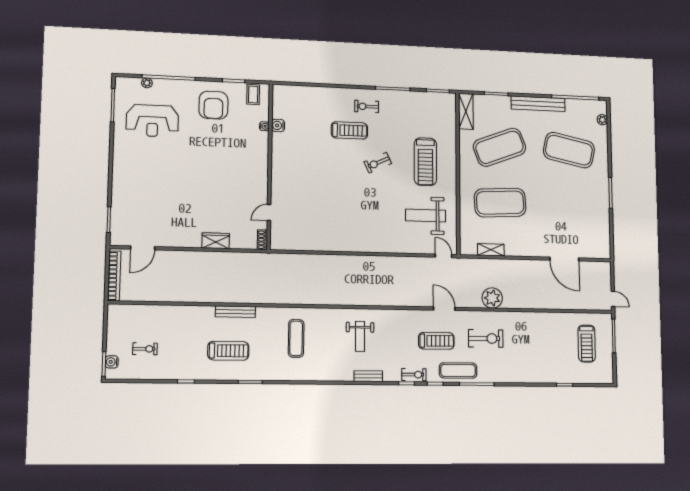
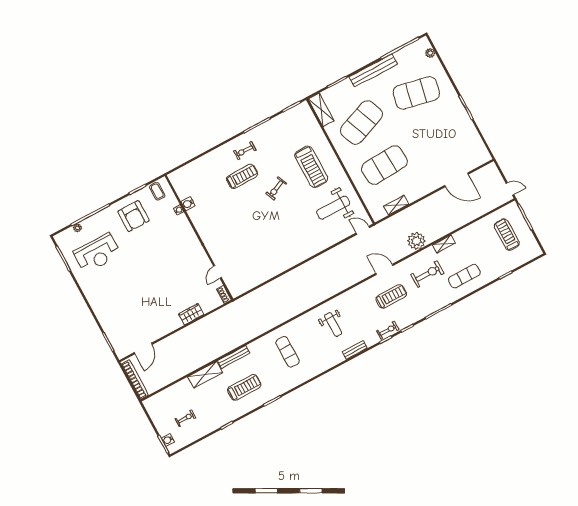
shelving: (194, 313) -> (205, 375), added
shelving: (518, 317) -> (444, 244), added
treadmill: (587, 344) -> (507, 235), turned 180
exercise mat: (458, 371) -> (464, 276), moved

